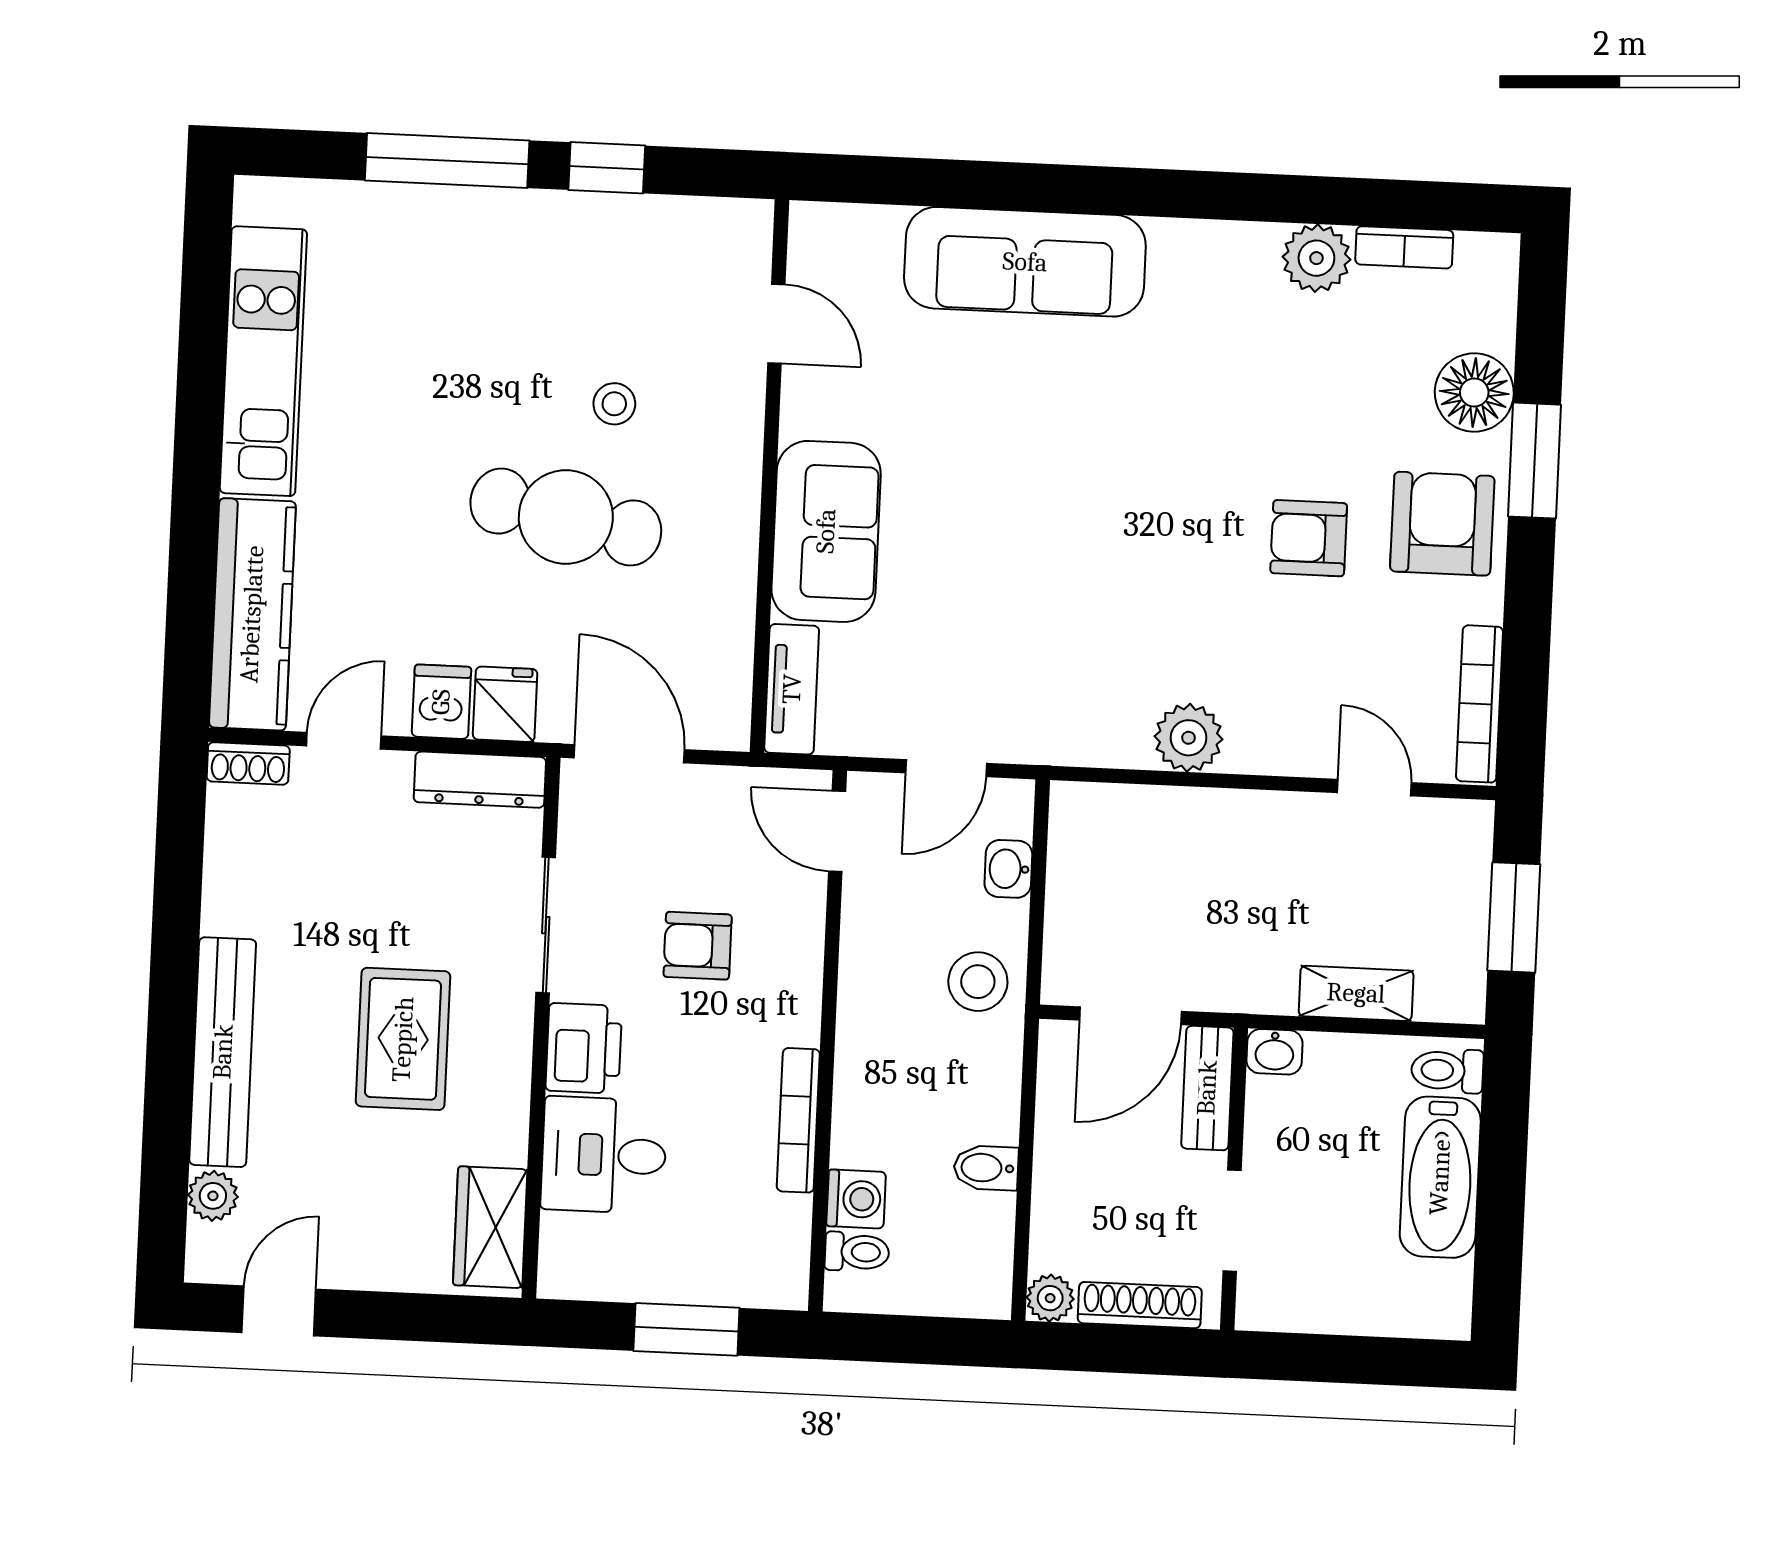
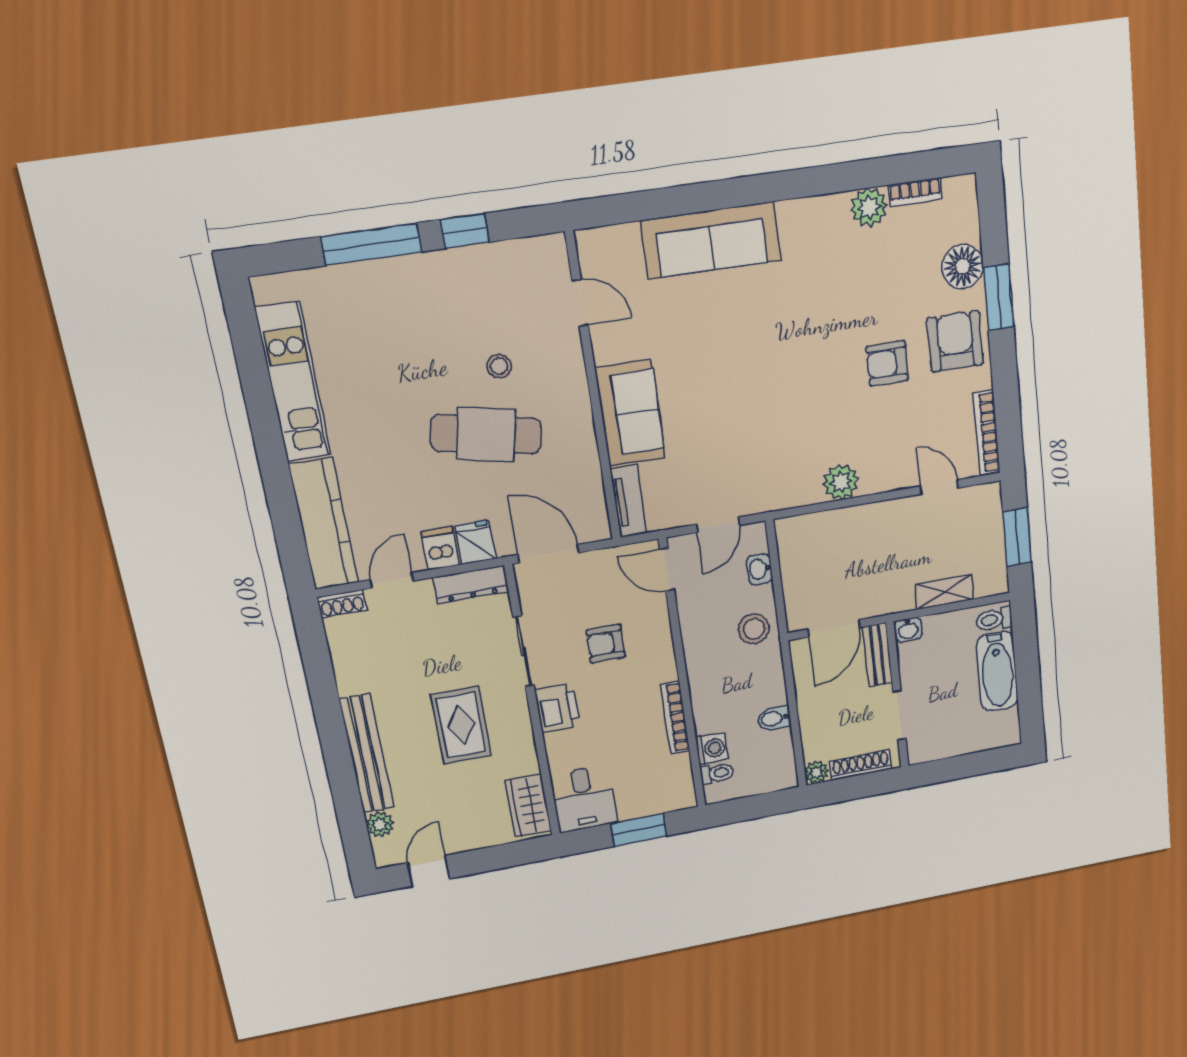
desk: (604, 1155) -> (584, 799), moved, turned -90

